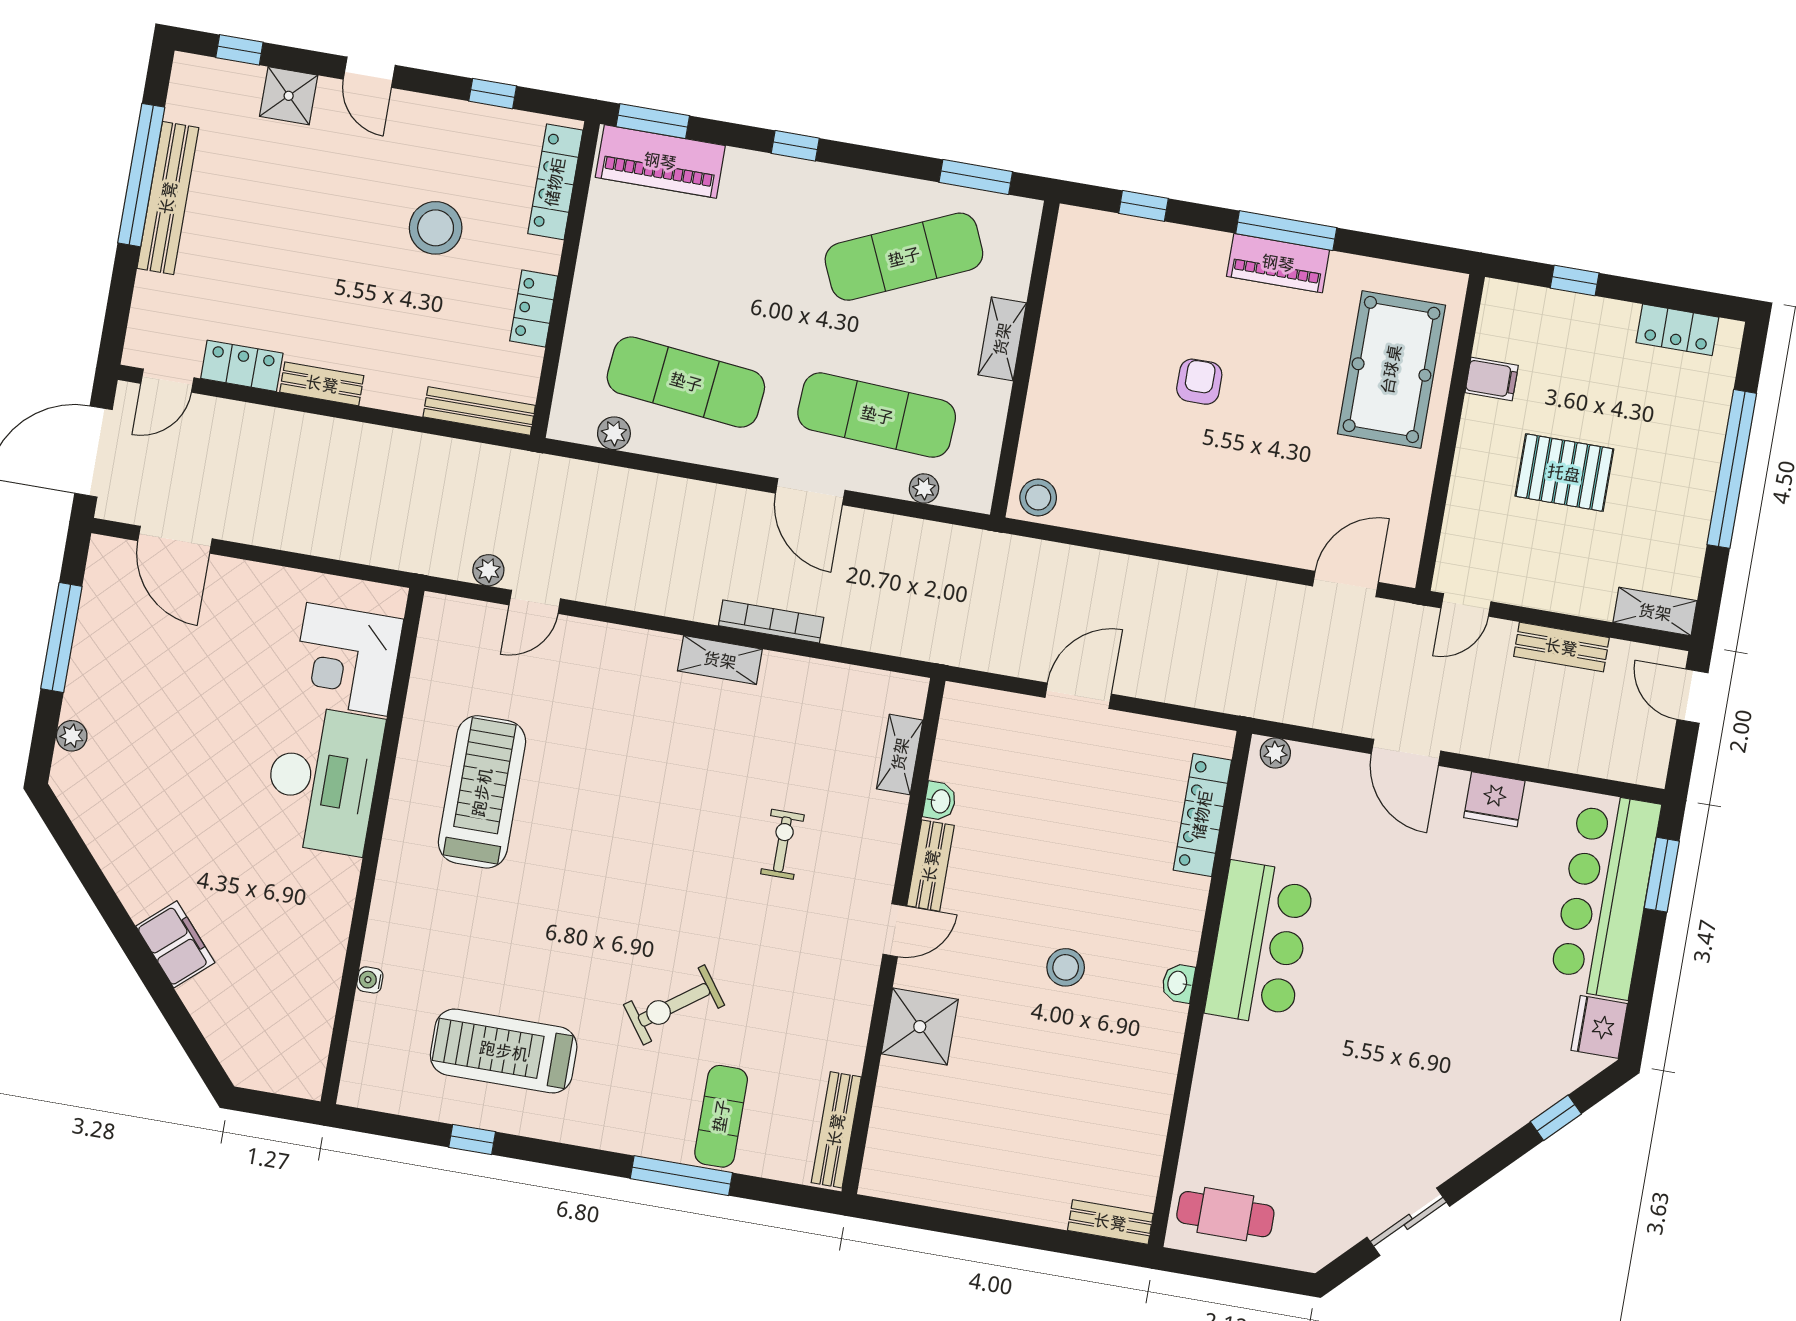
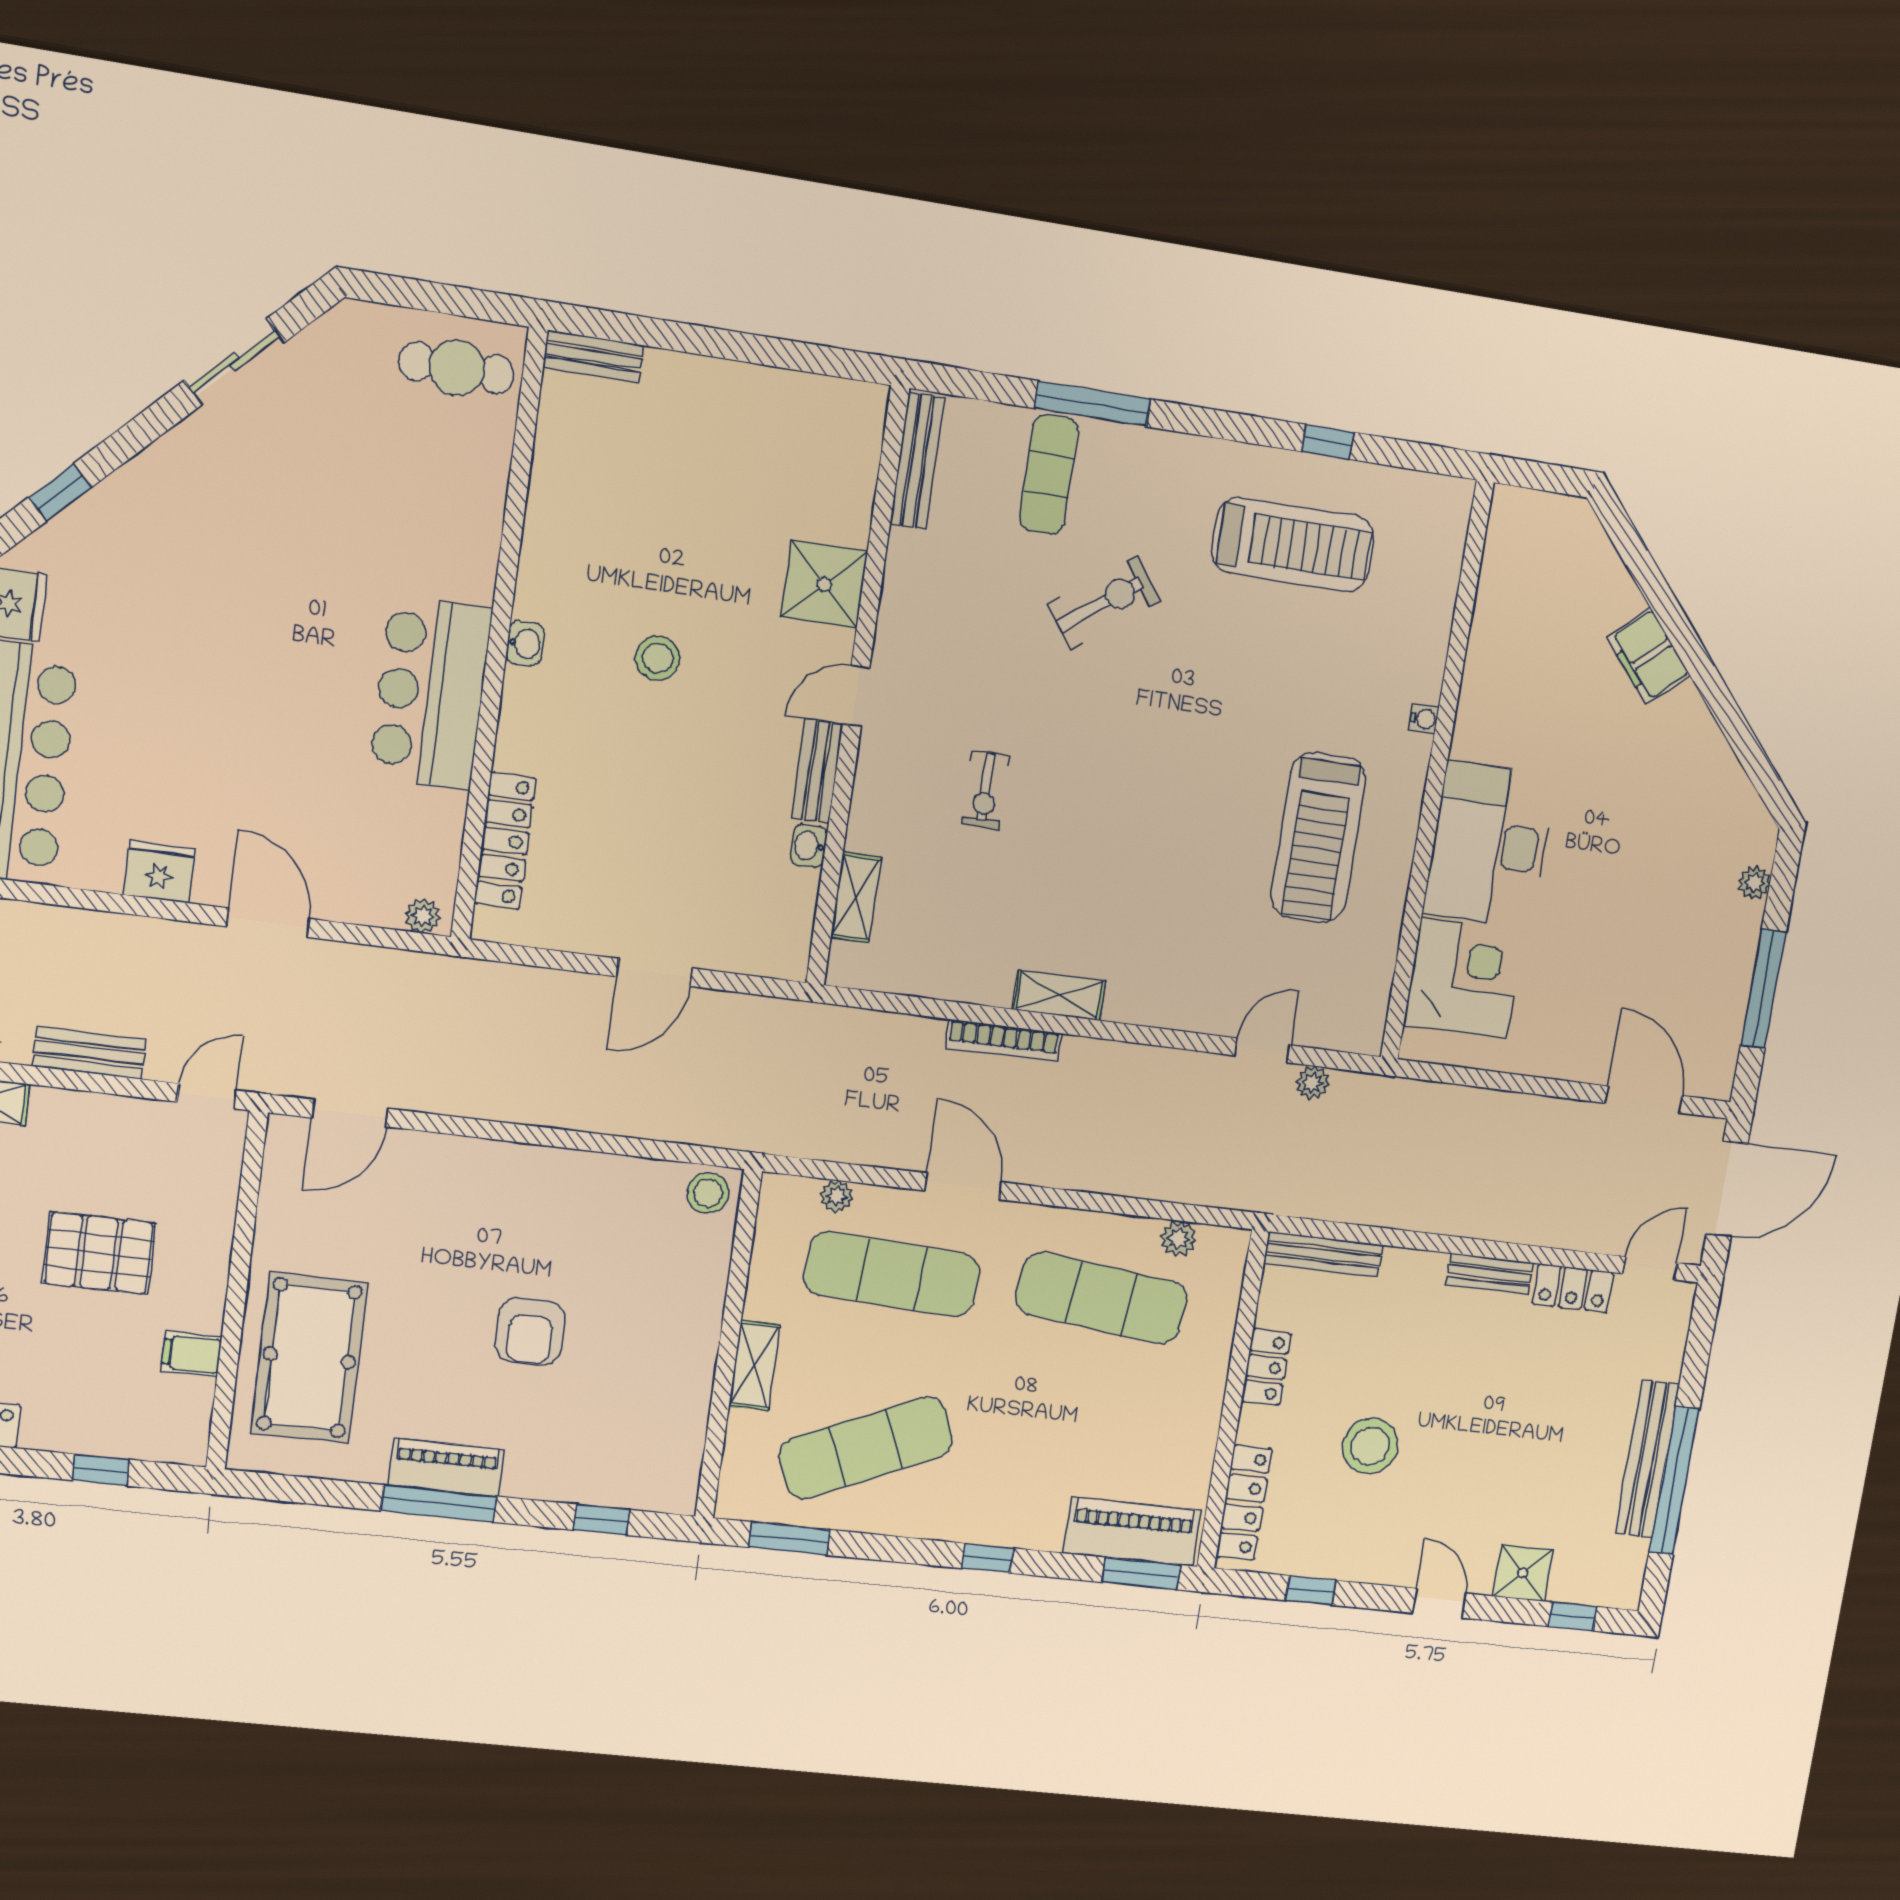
armchair: (1199, 382) -> (530, 1332), width x1.38, depth x1.38
water cooler: (370, 980) -> (1424, 719), moved

